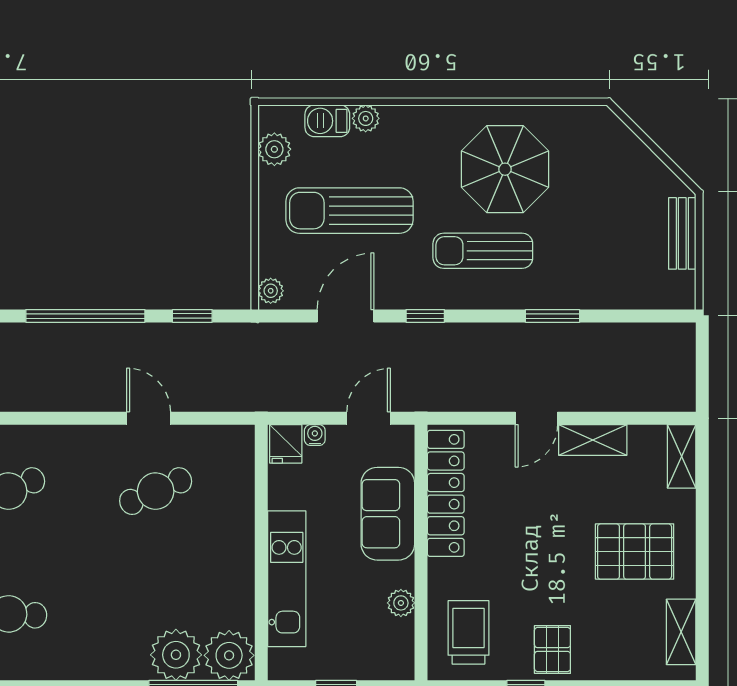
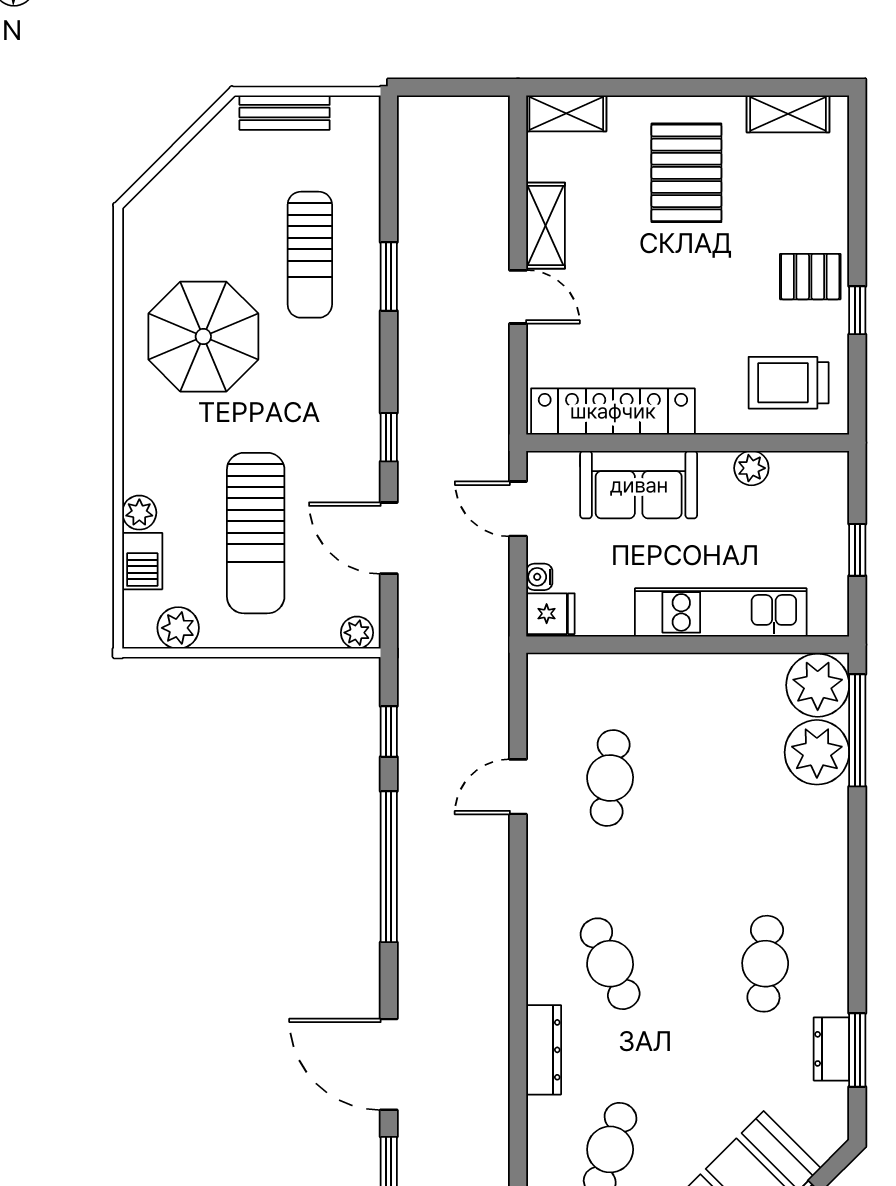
sun lounger: (483, 251) -> (310, 255), moved
cafe table: (156, 491) -> (610, 778), turned 30

